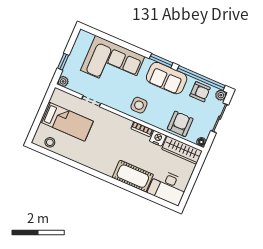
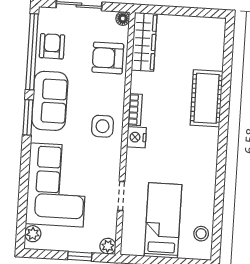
plant: (221, 95) -> (33, 234), moved
nightstand: (158, 138) -> (136, 137), moved
desk: (168, 187) -> (204, 43), removed

